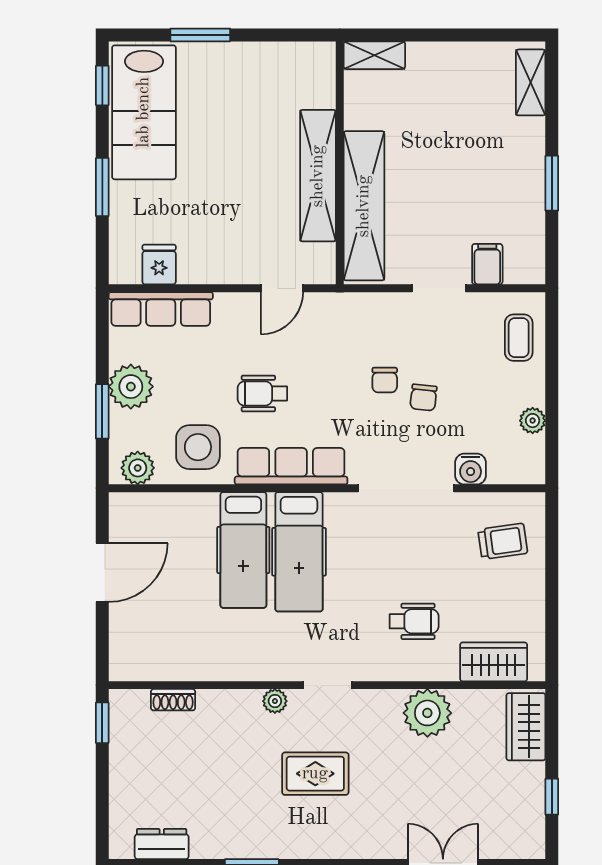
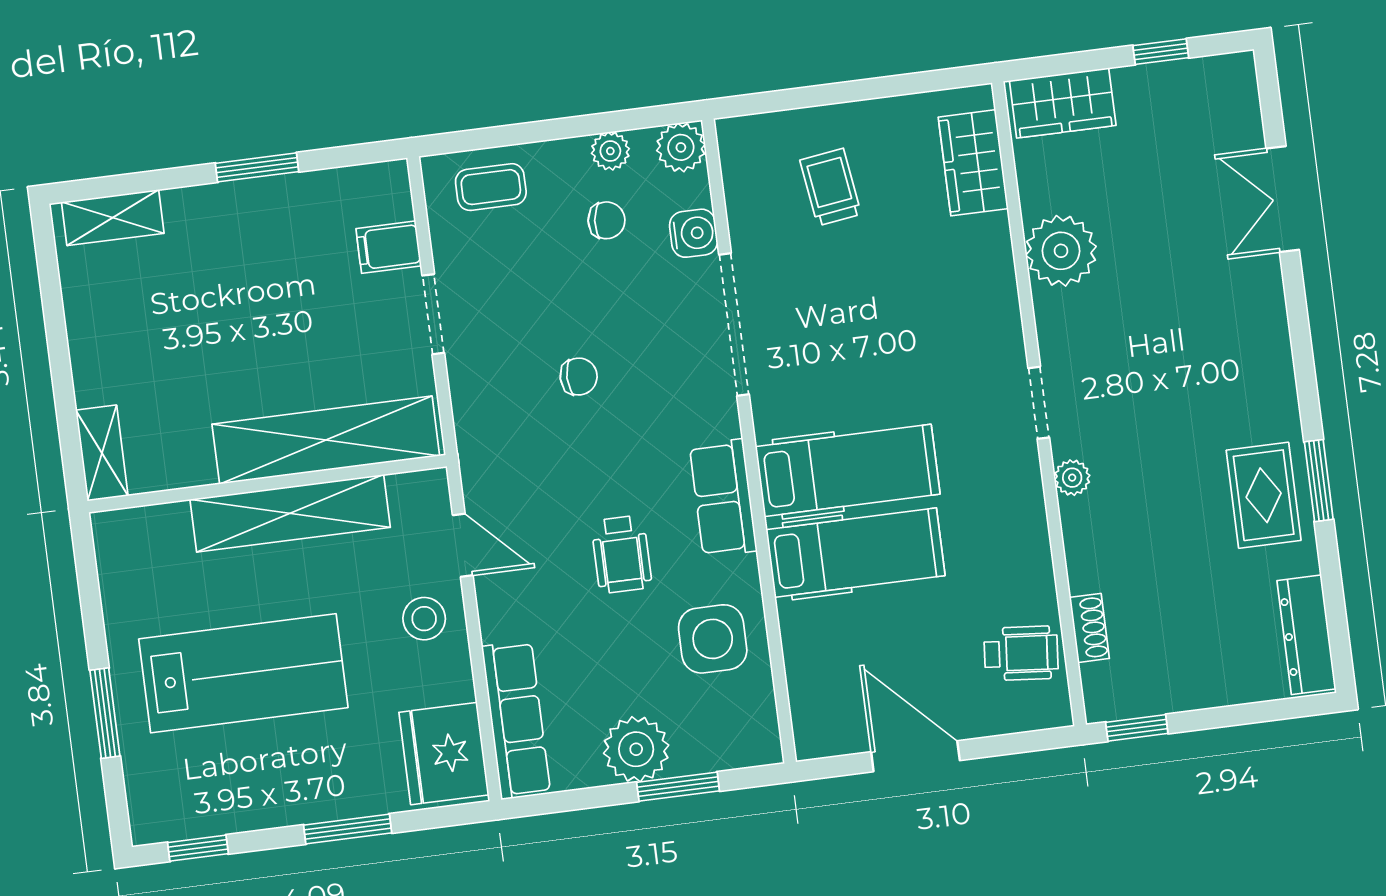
lab bench: (144, 112) -> (243, 673), moved
stool: (236, 256) -> (424, 619), added
fridge: (159, 265) -> (444, 754), width x1.88, depth x1.34
chair: (423, 397) -> (606, 220), moved
row of seats: (291, 466) -> (723, 498), width x0.68
plant: (138, 468) -> (681, 147), moved
trolley: (503, 541) -> (831, 187), moved
wheelchair: (414, 621) -> (1021, 653), moved, turned 95
rug: (315, 774) -> (1264, 495), moved
dresser: (162, 844) -> (1306, 635), width x1.44

